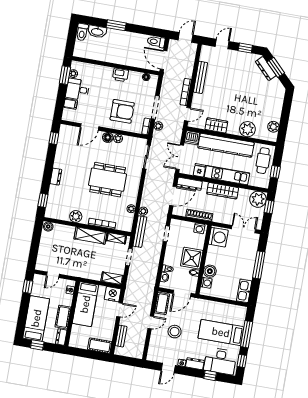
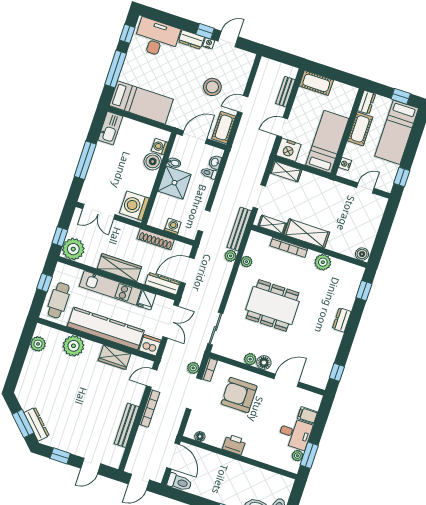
washing machine: (199, 228) -> (173, 226), moved
bed: (221, 332) -> (141, 102), moved
window: (210, 375) -> (205, 31), moved

